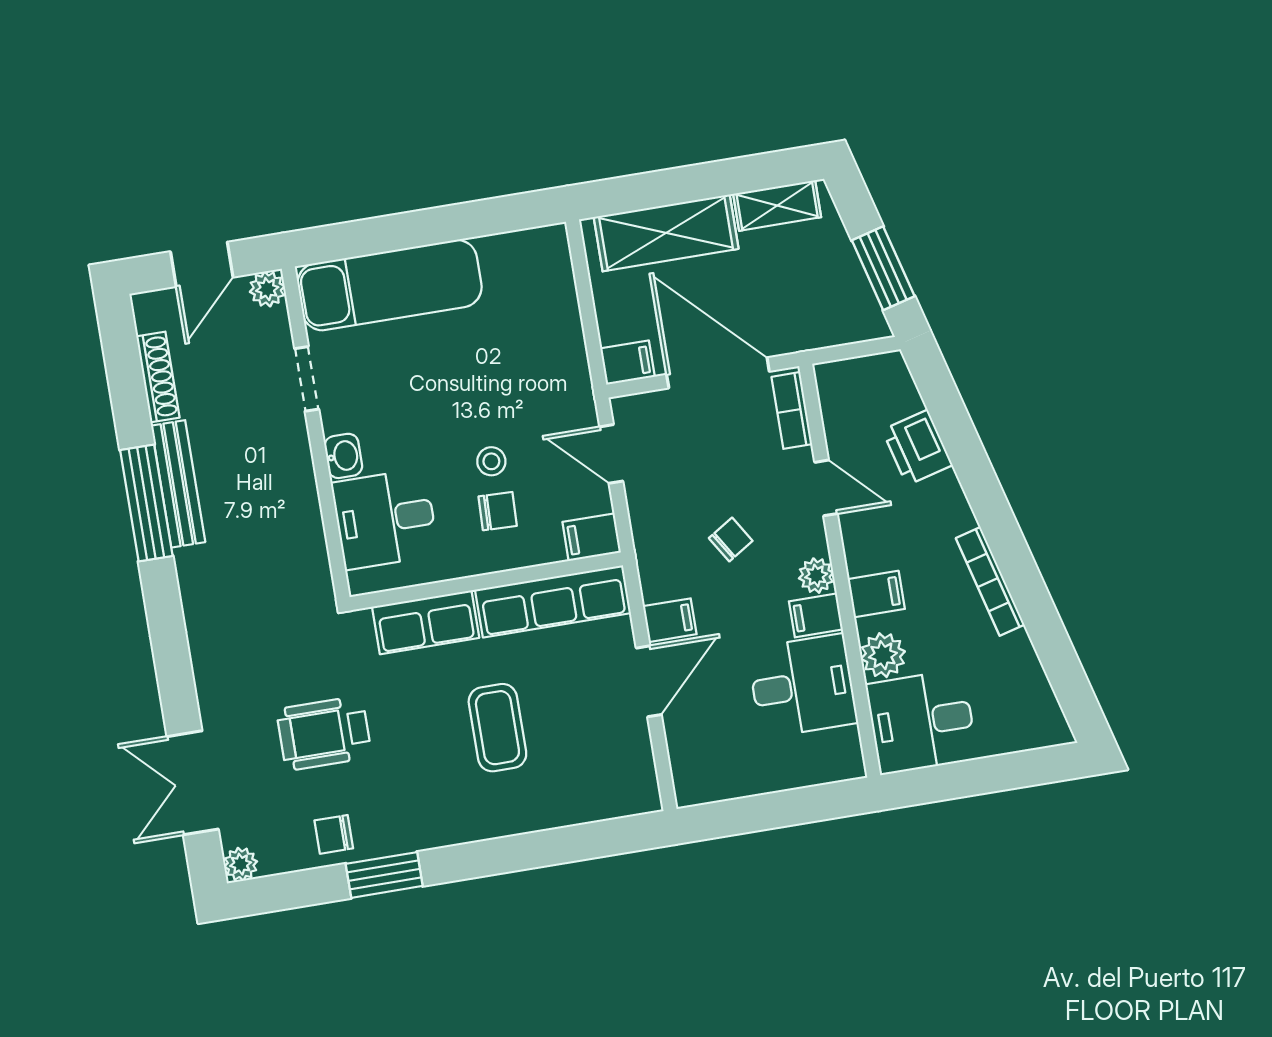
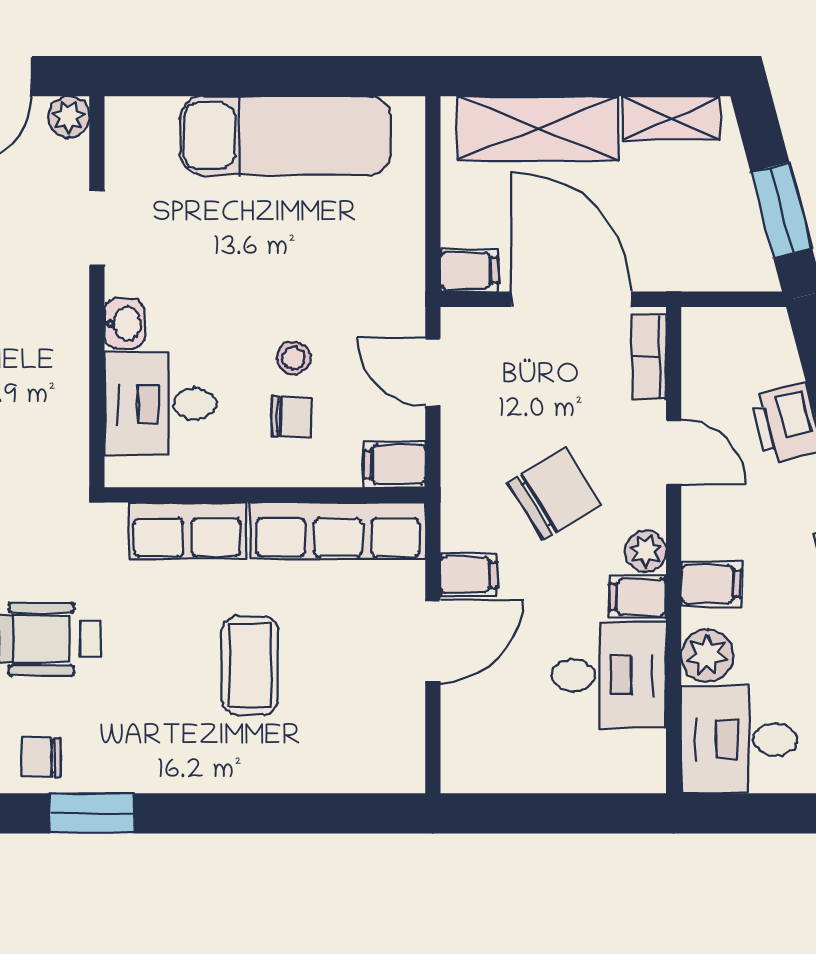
exam couch: (390, 285) -> (286, 136), moved
chair: (731, 539) -> (554, 493), width x1.87, depth x1.87

